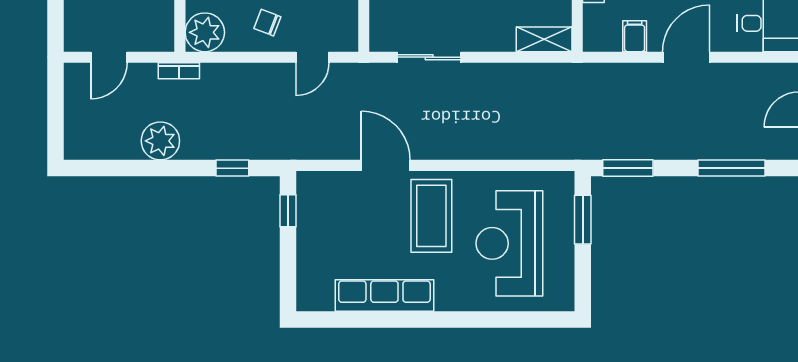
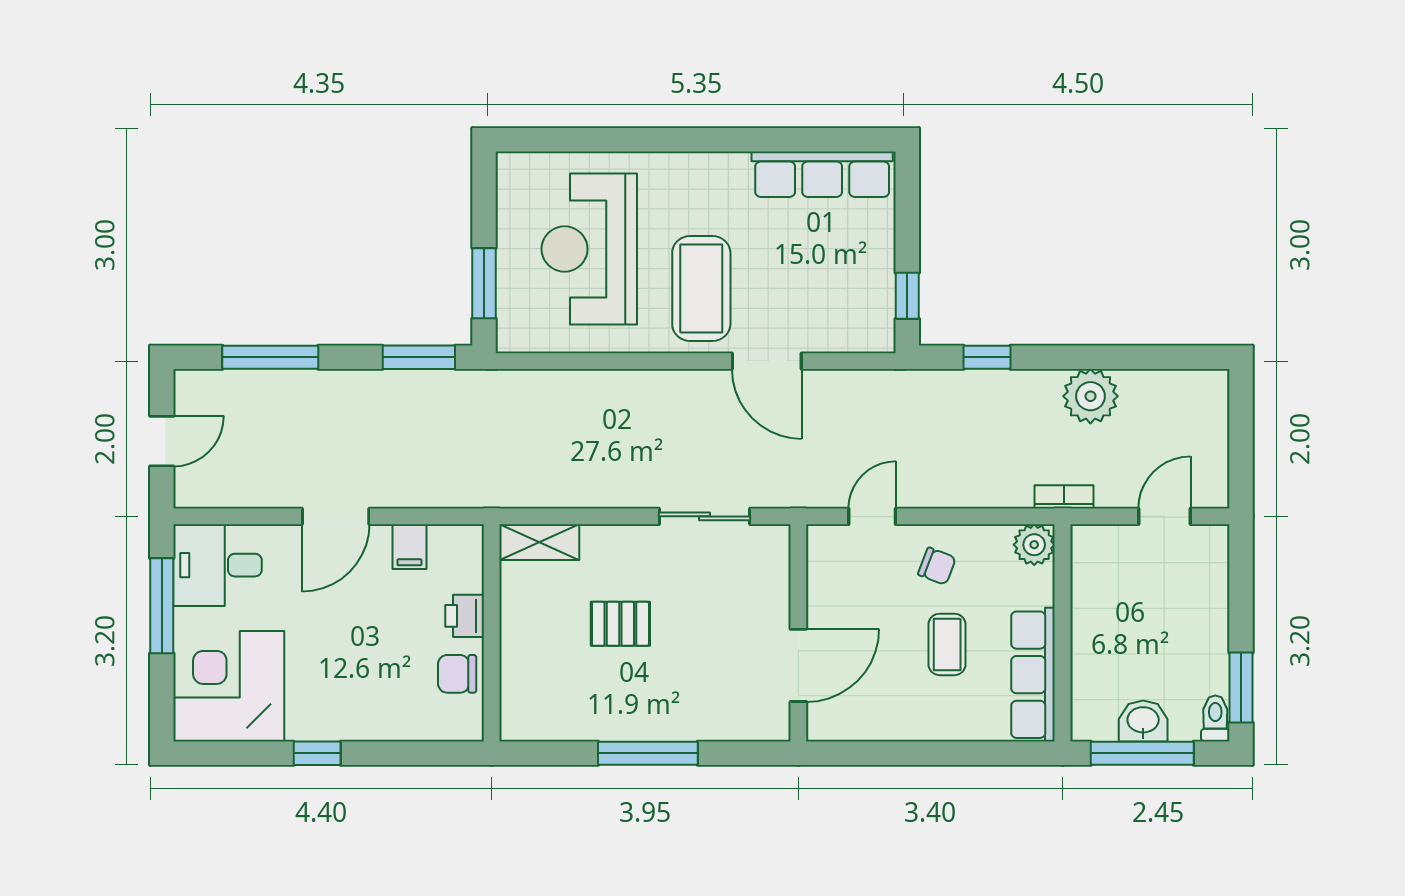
plant: (205, 32) -> (1034, 545), width x0.73, depth x0.73
reception desk: (509, 243) -> (589, 249), turned 180
row of seats: (384, 295) -> (822, 174), moved

